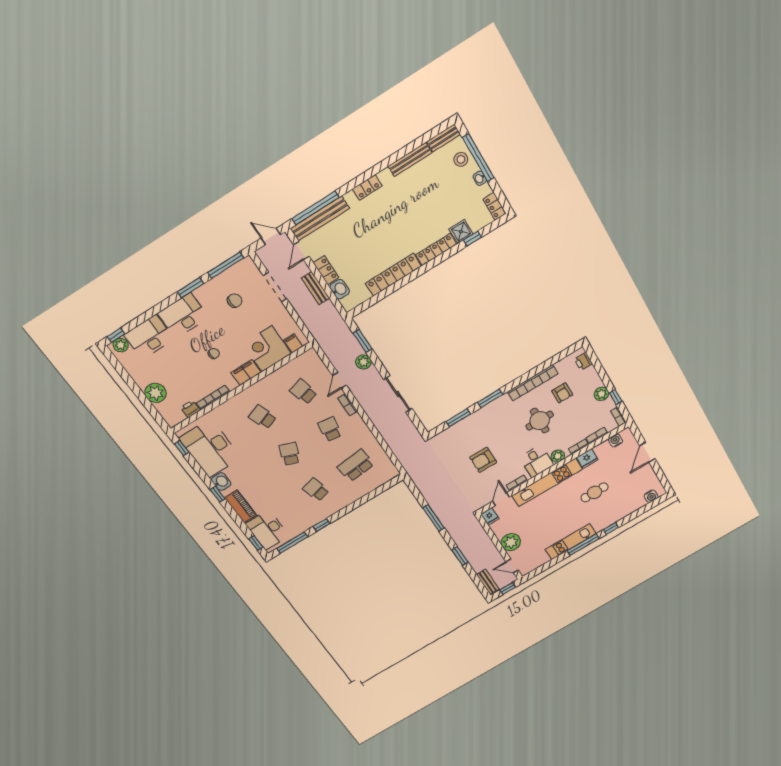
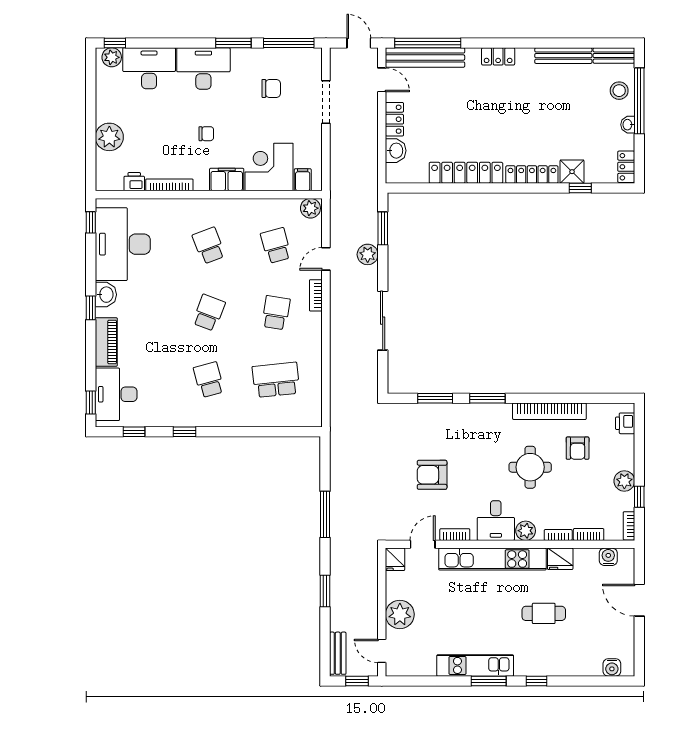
door: (301, 251) -> (382, 80), swing flipped
bench: (316, 288) -> (370, 132), removed
plant: (310, 357) -> (310, 208), added
door: (647, 452) -> (639, 600), hinge flipped
window: (292, 543) -> (134, 432), width x0.46
window: (583, 545) -> (489, 681), width x0.69

